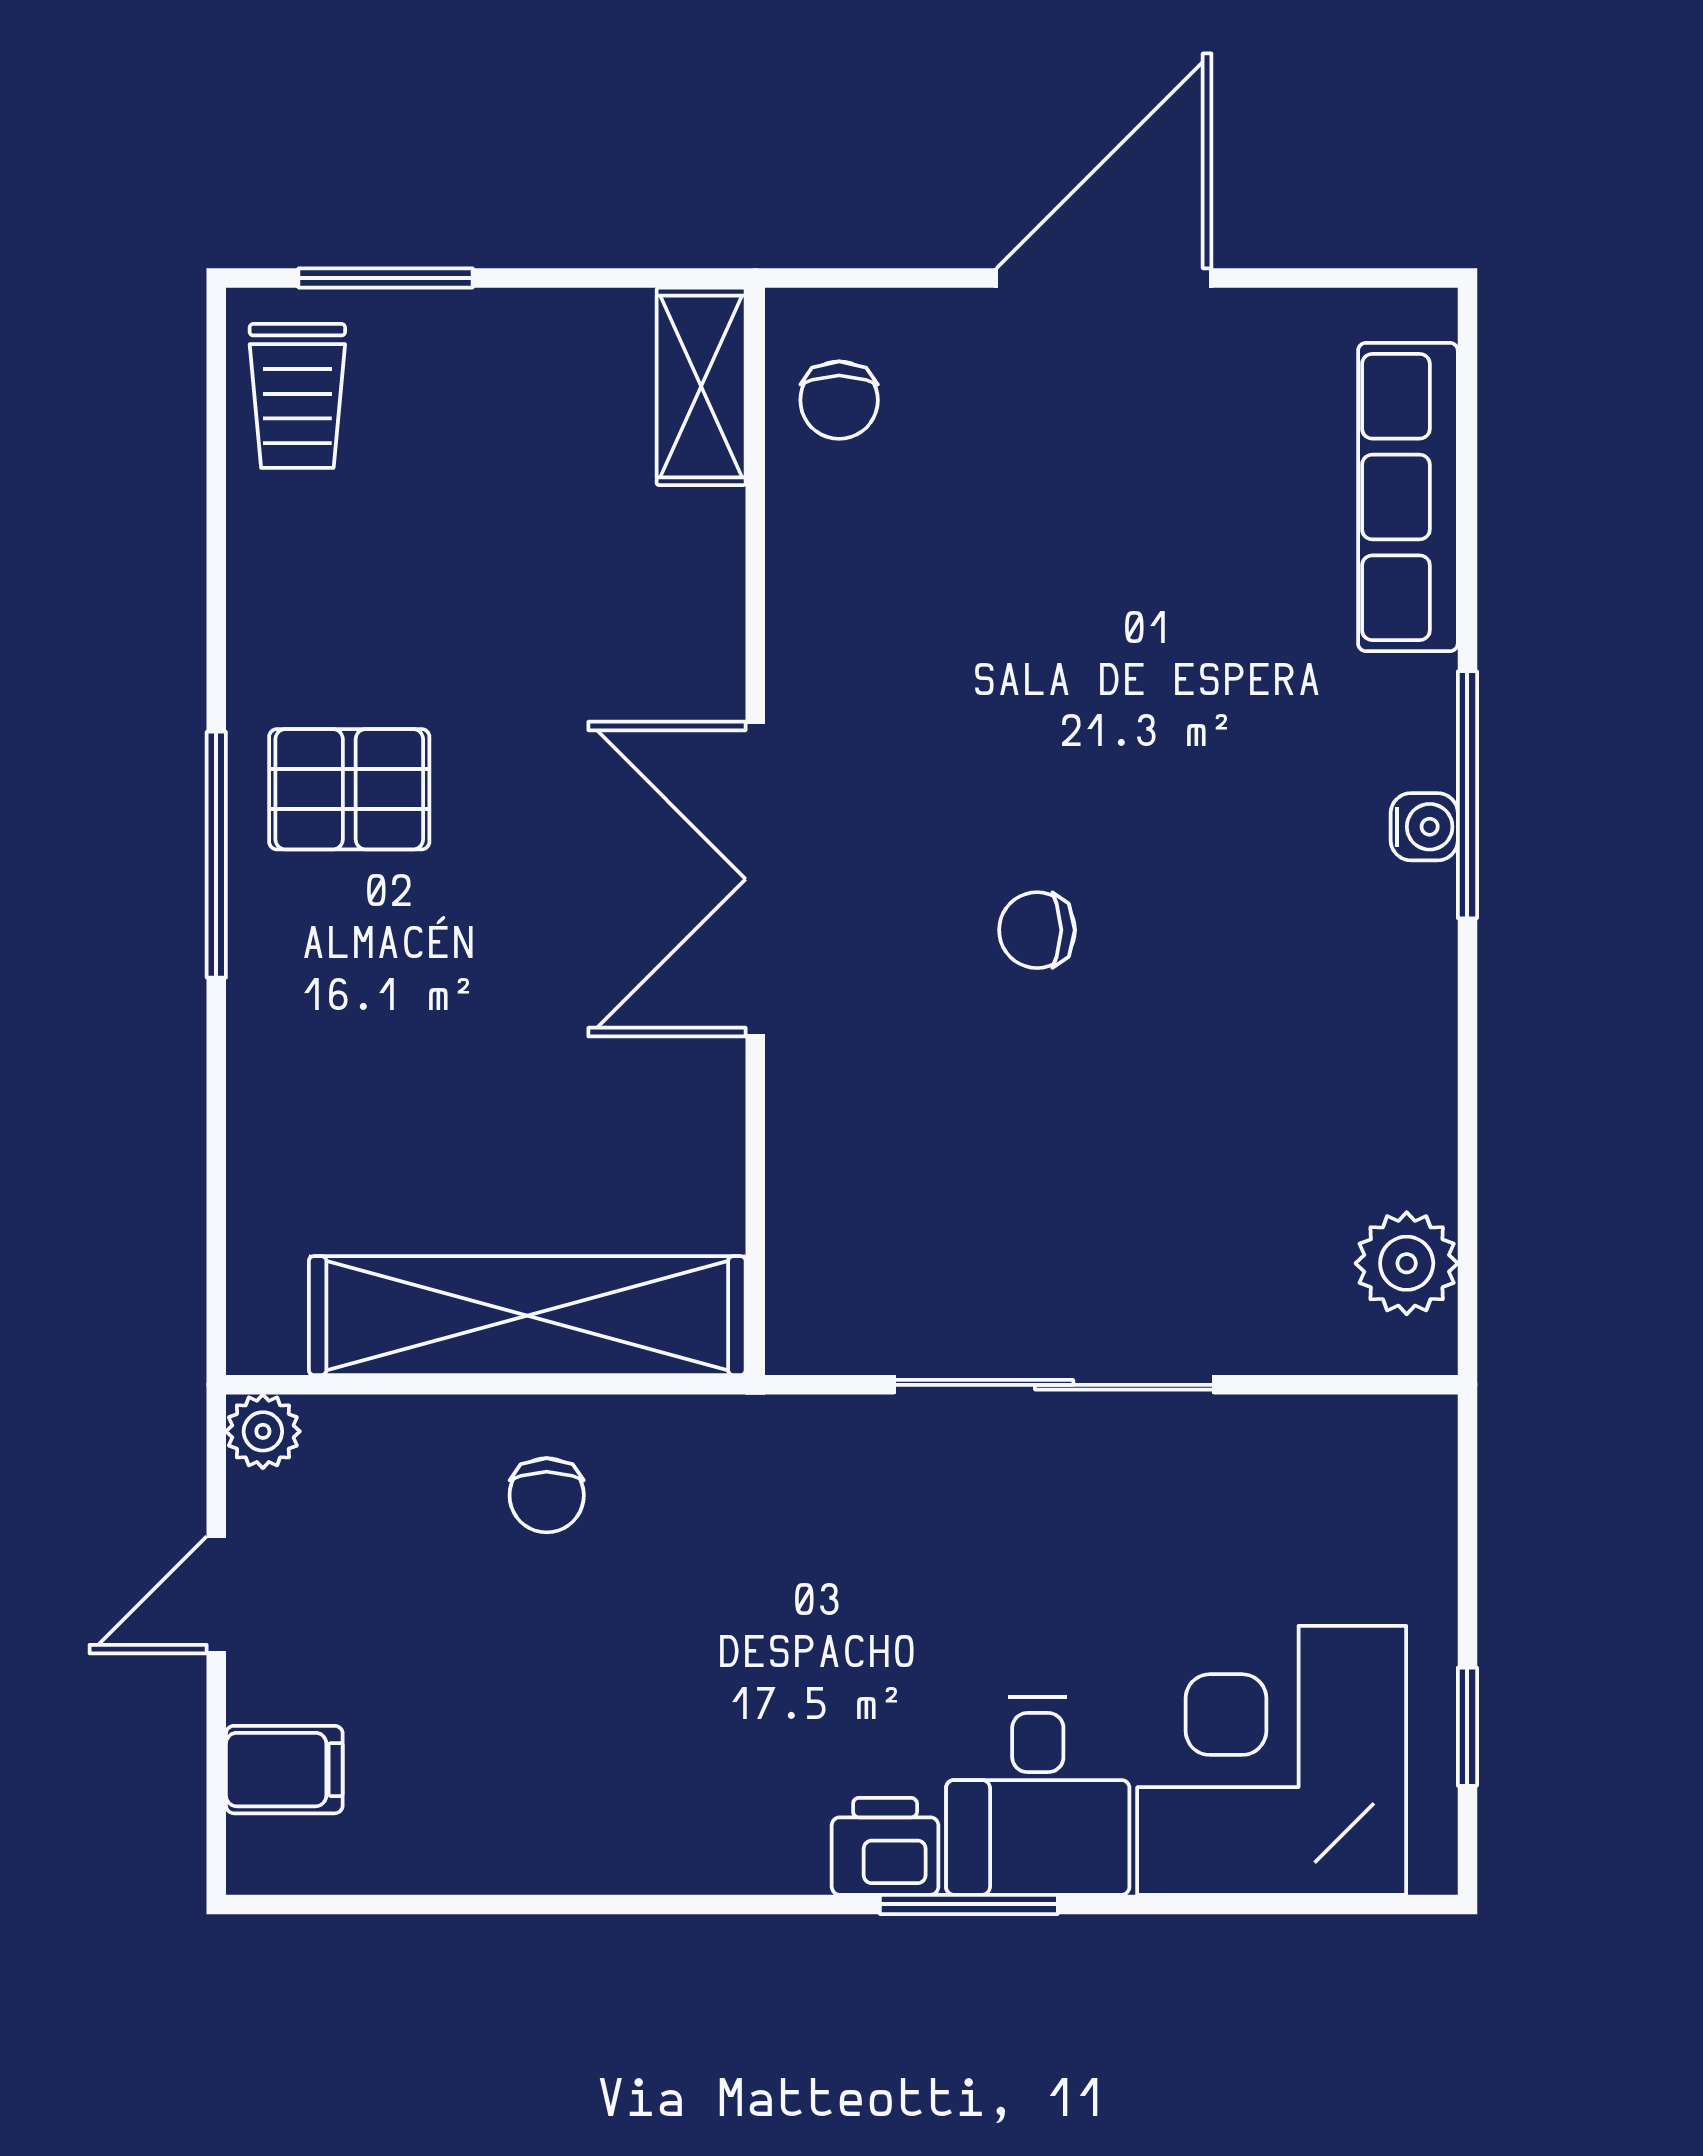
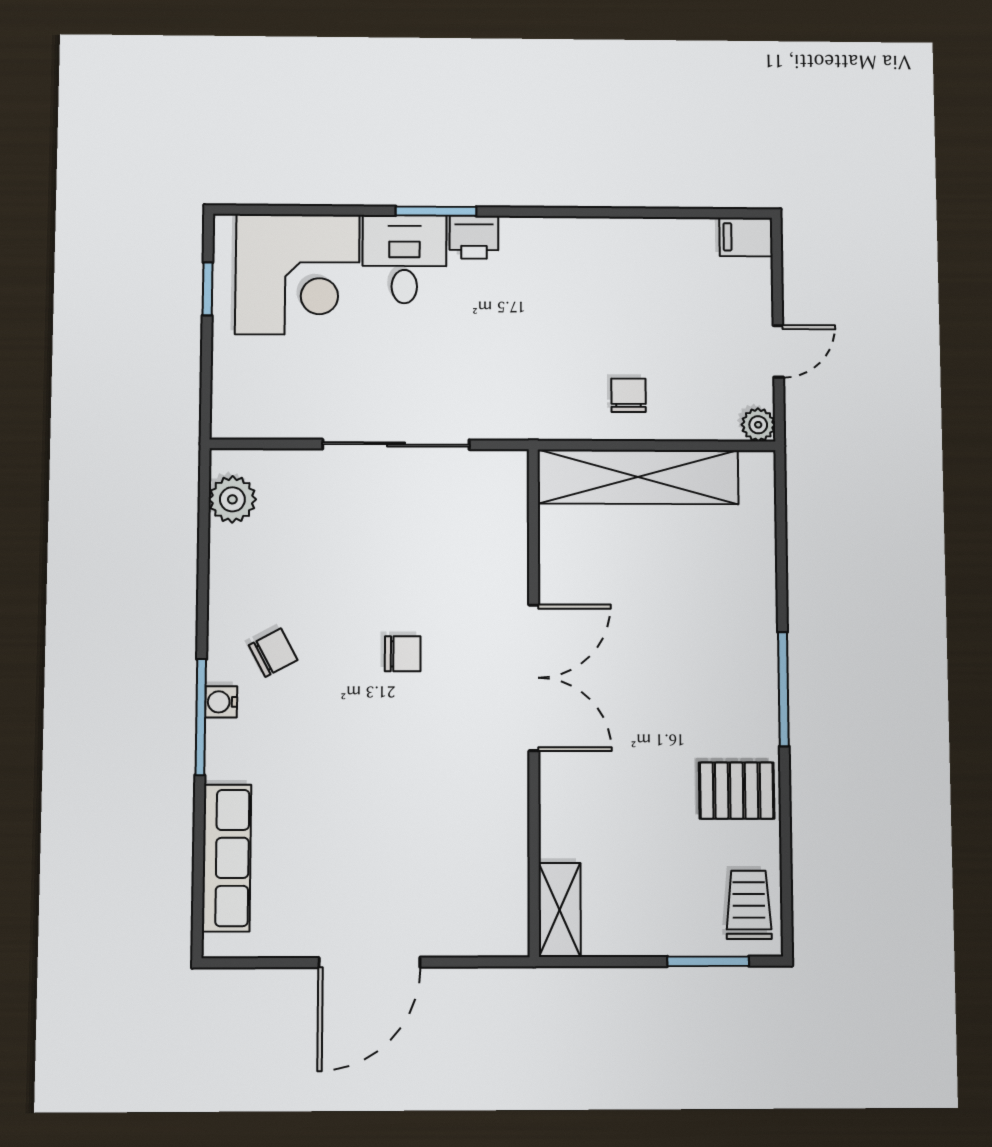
chair: (839, 400) -> (273, 653), moved, turned 62
pallet: (349, 789) -> (737, 791), moved
filing cabinet: (284, 1770) -> (746, 237), moved

